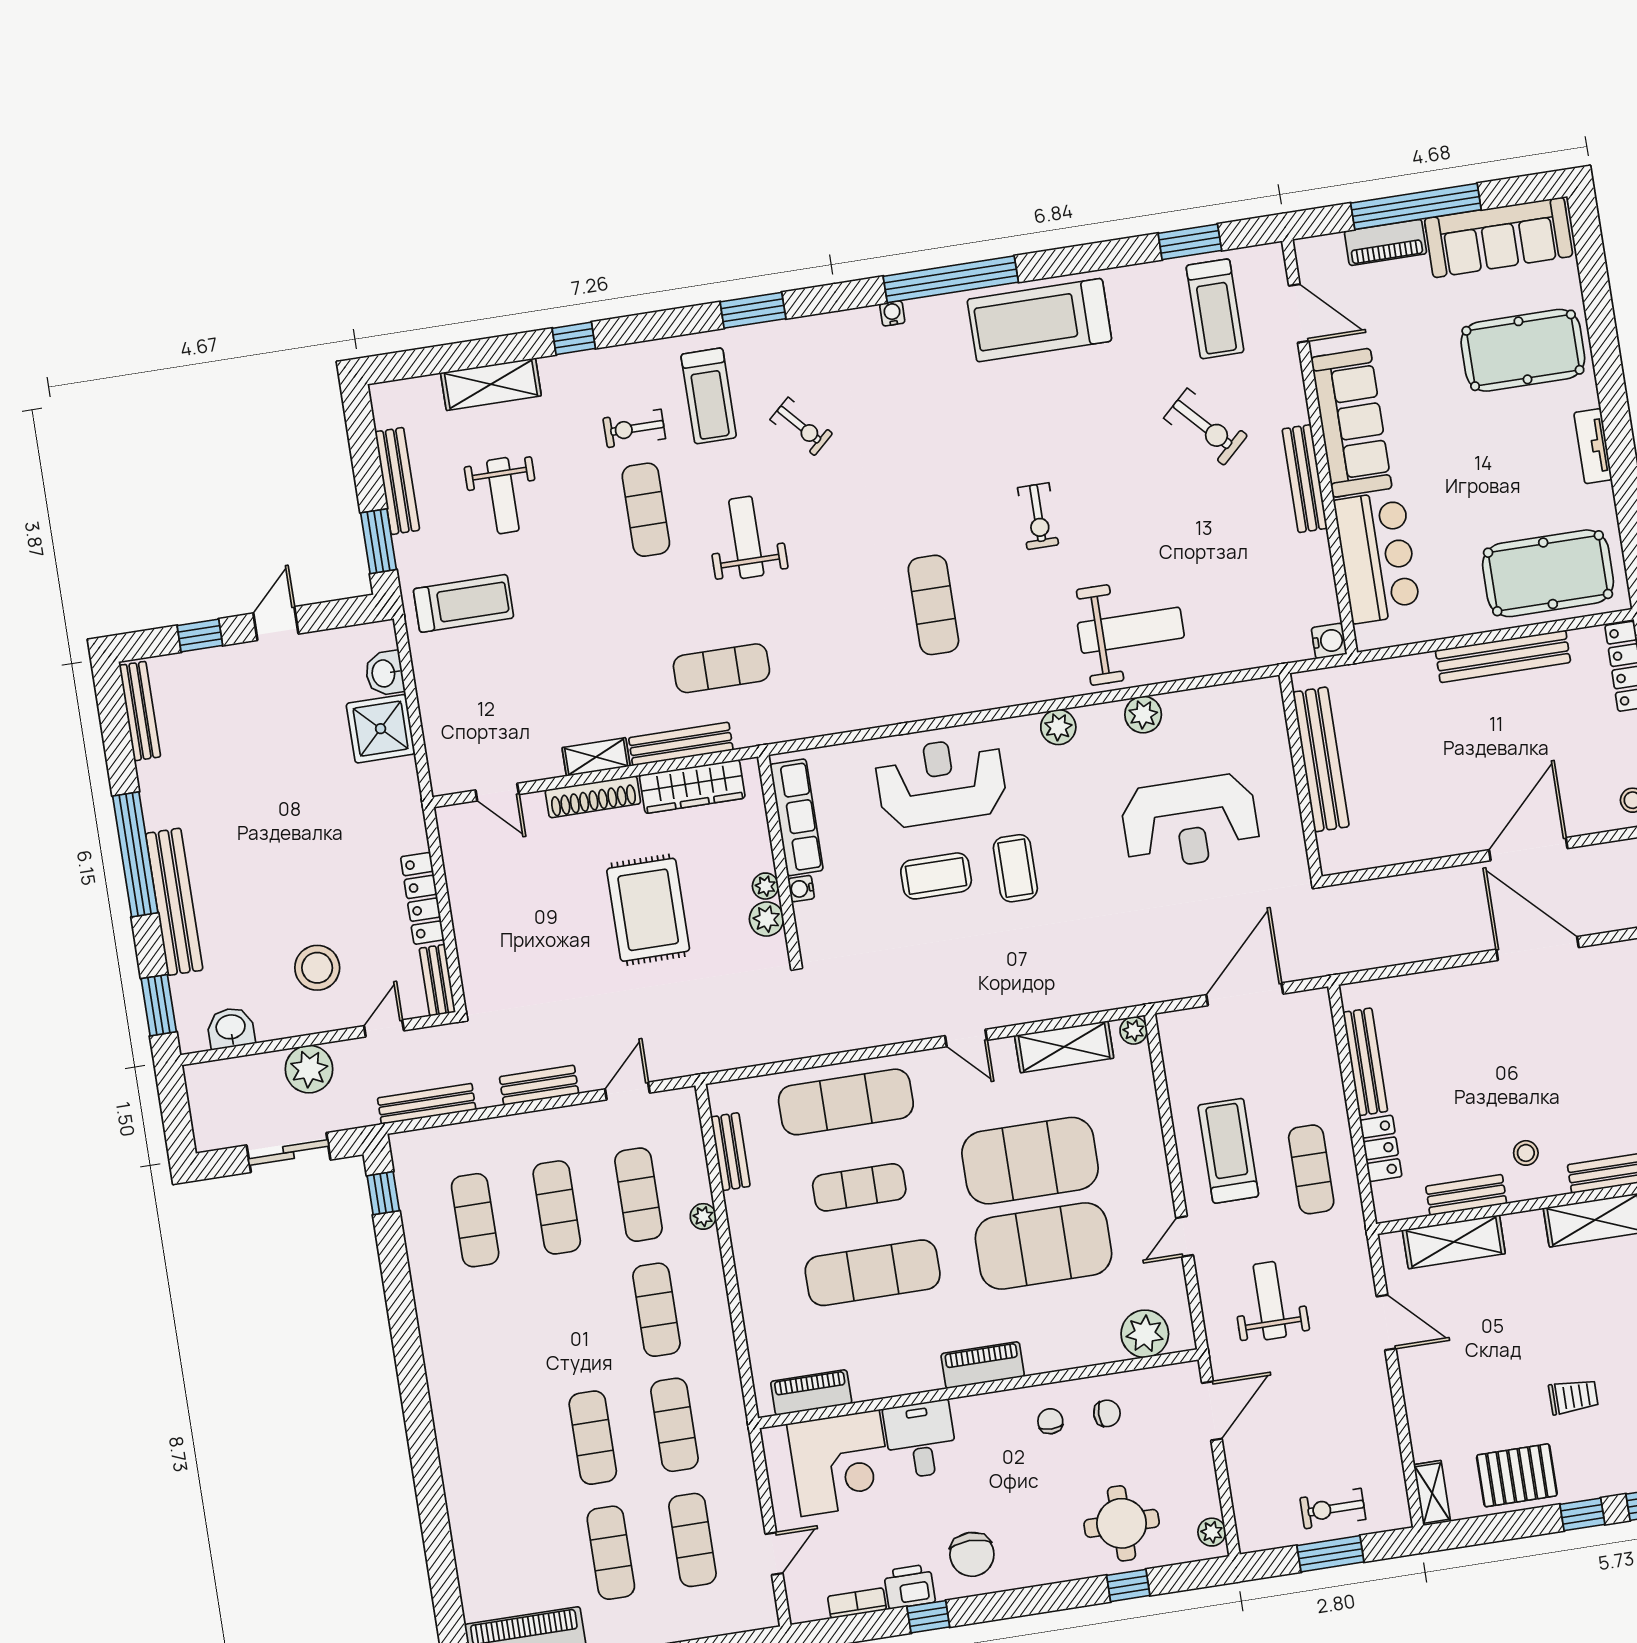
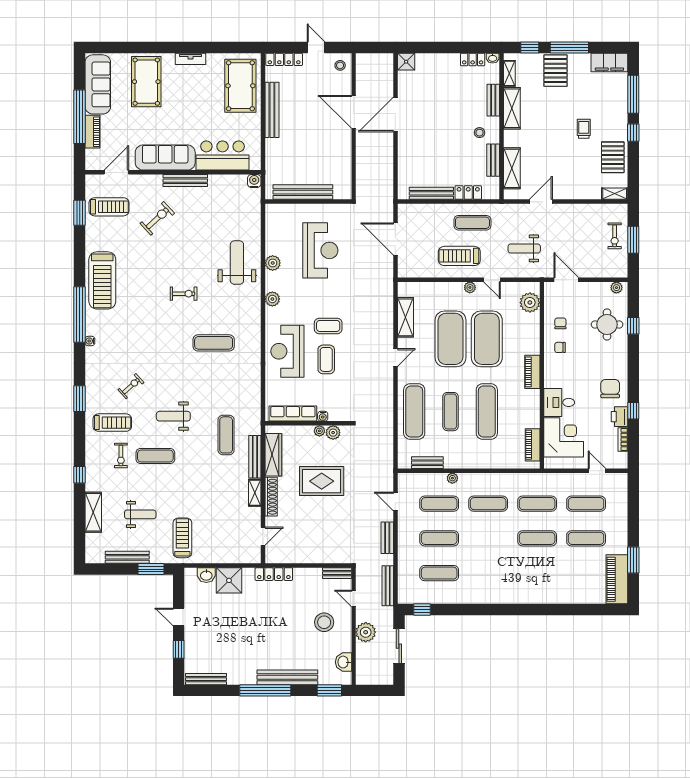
locker: (422, 898) -> (274, 574), moved
plant: (1134, 1030) -> (470, 287), moved
chair: (972, 1554) -> (610, 389), turned -90

